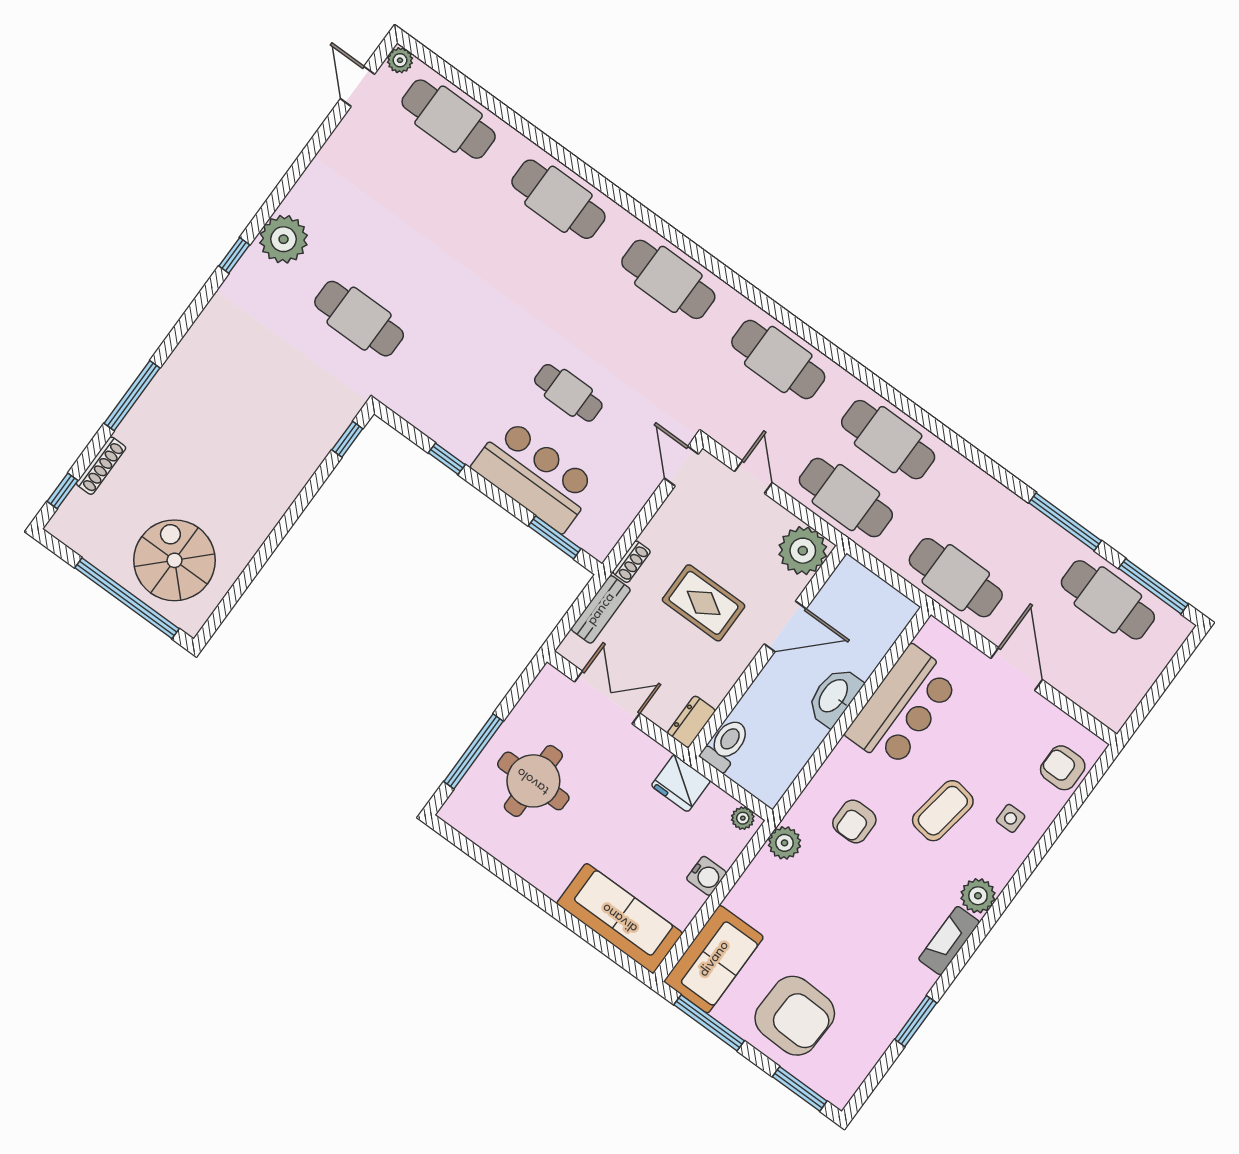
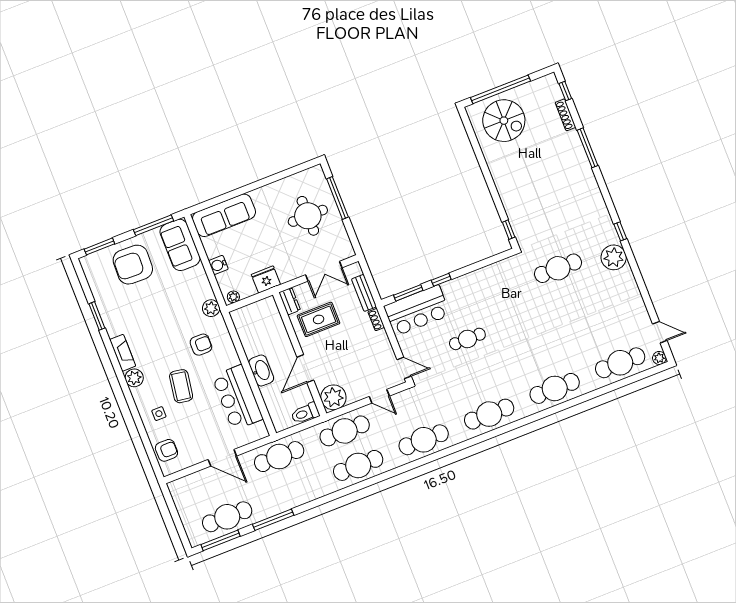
window: (447, 459) -> (441, 280), moved
bar counter: (535, 476) -> (417, 311), moved
rug: (704, 603) -> (319, 319), moved
toilet: (726, 745) -> (305, 413), moved, turned 90
armchair: (854, 821) -> (201, 345), turned 90

